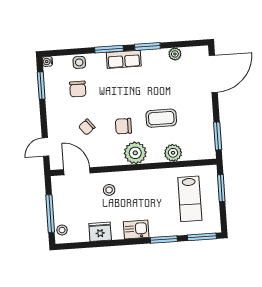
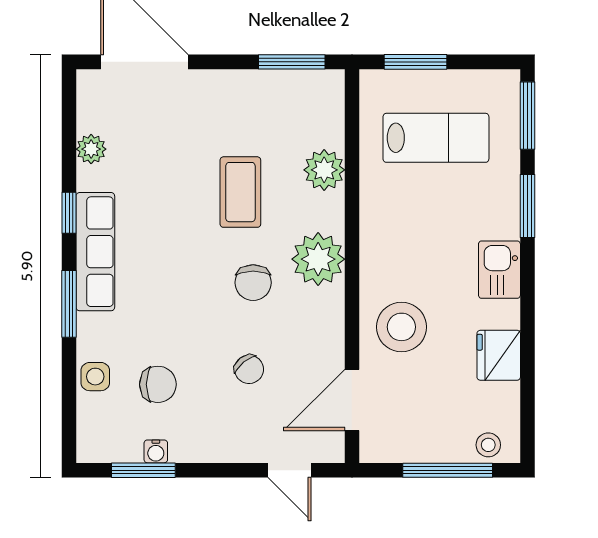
window: (147, 47) -> (69, 213), width x0.67
row of seats: (124, 59) -> (95, 252), width x1.48
water cooler: (47, 61) -> (156, 451), moved
stool: (109, 190) -> (401, 327), width x1.89, depth x1.89

